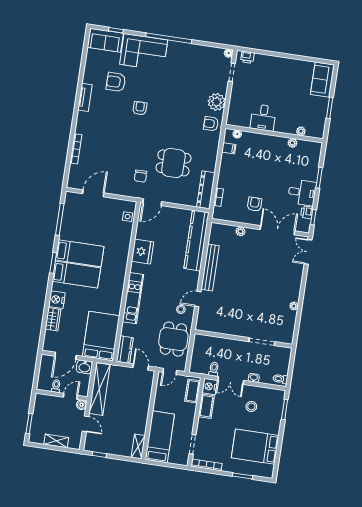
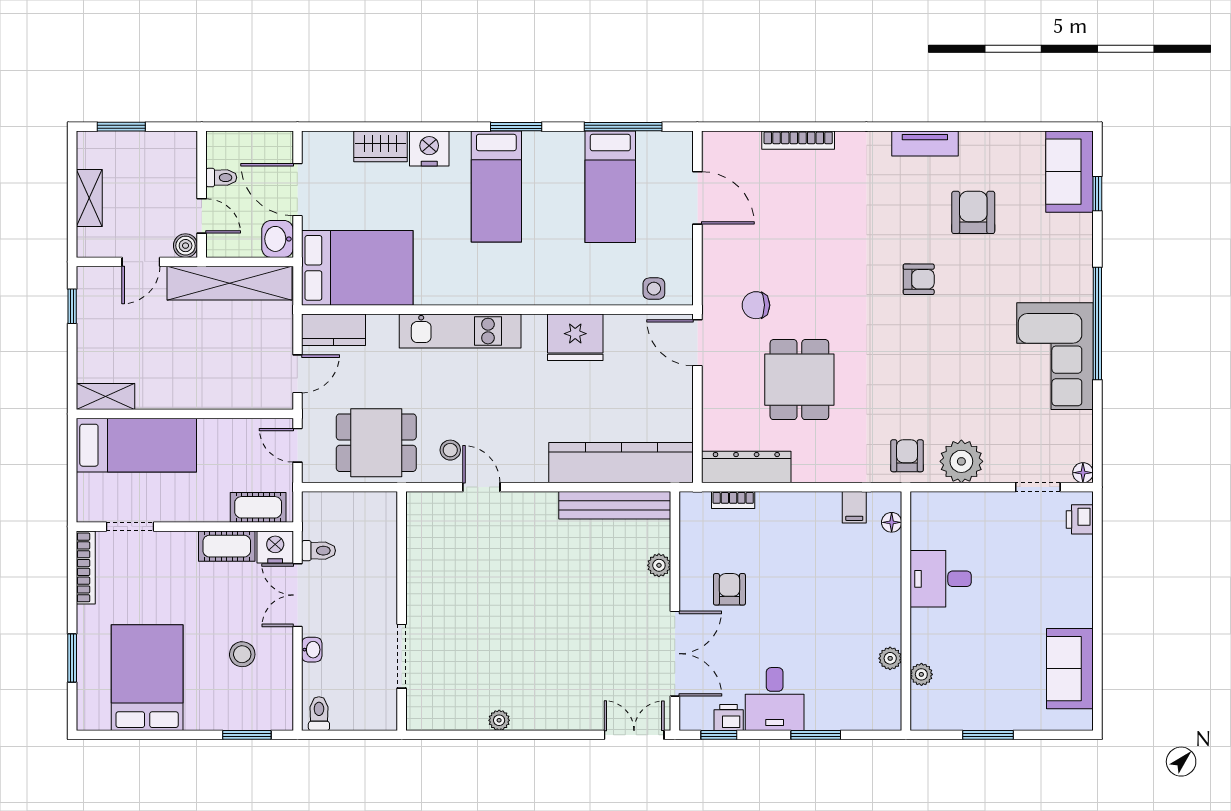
corner sofa: (144, 52) -> (1055, 356), moved
sofa: (322, 80) -> (1070, 669), moved, turned -90
armchair: (255, 204) -> (729, 589), turned -90
bed: (80, 253) -> (610, 187), moved
bench: (210, 268) -> (615, 505), moved

